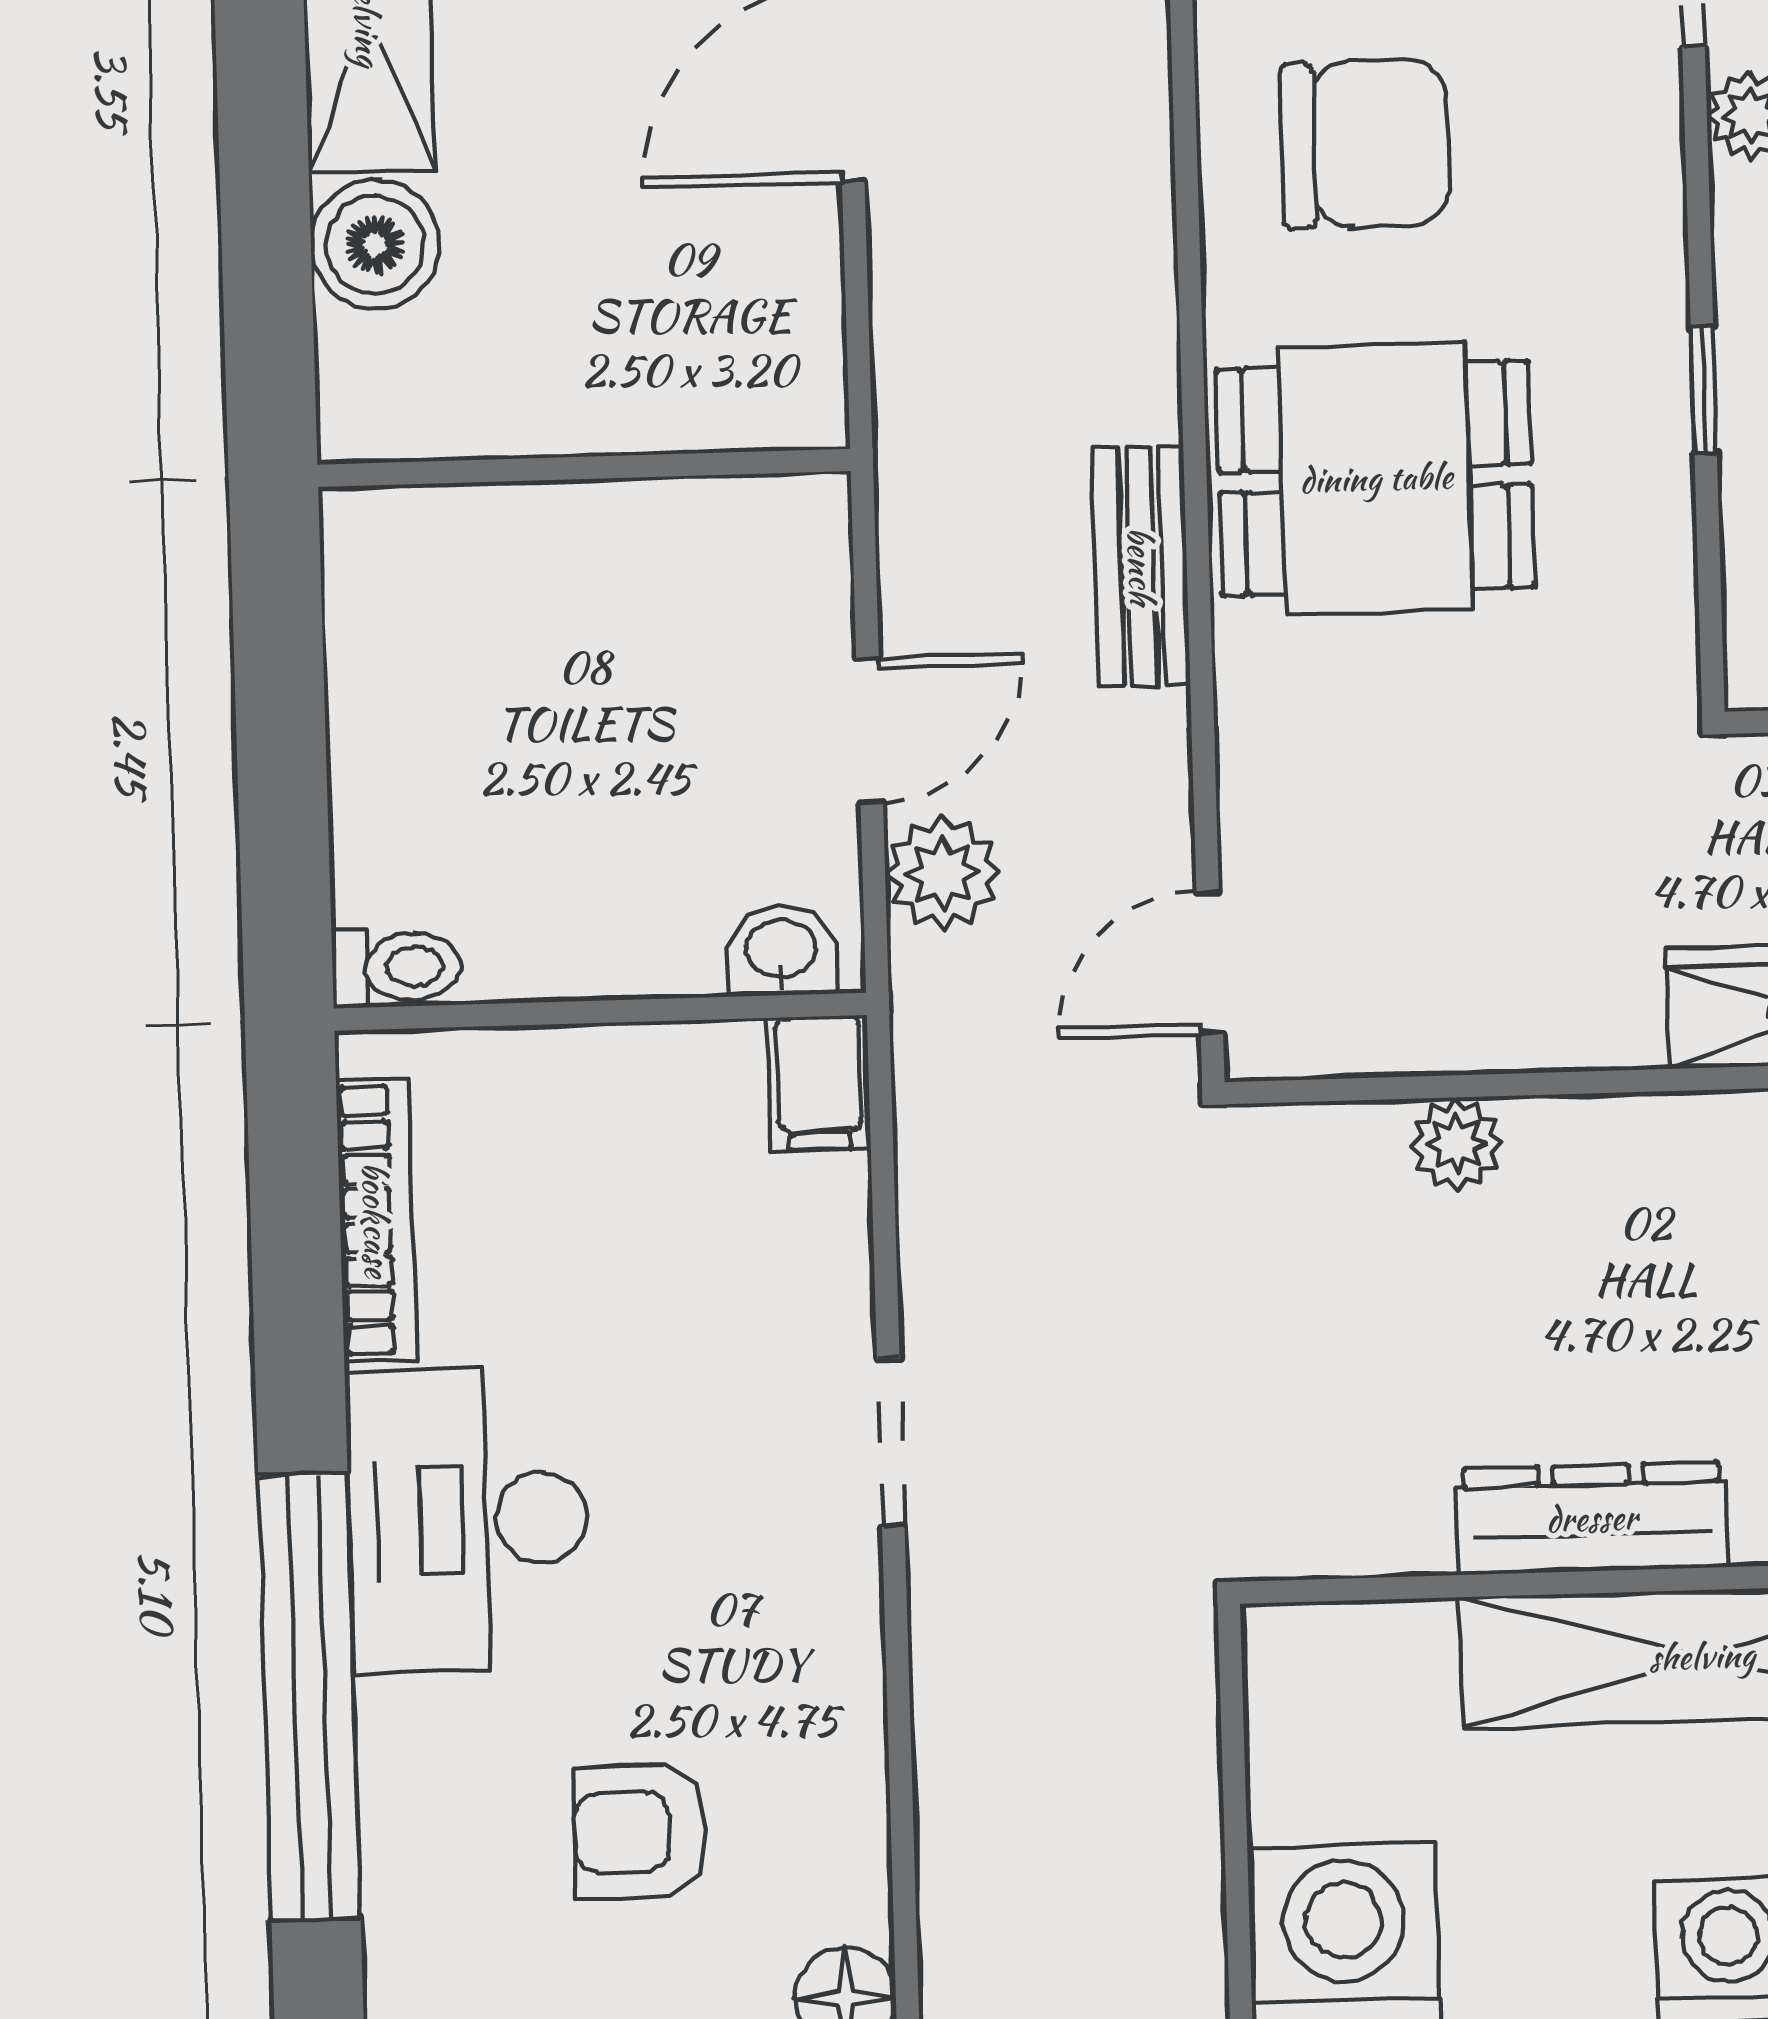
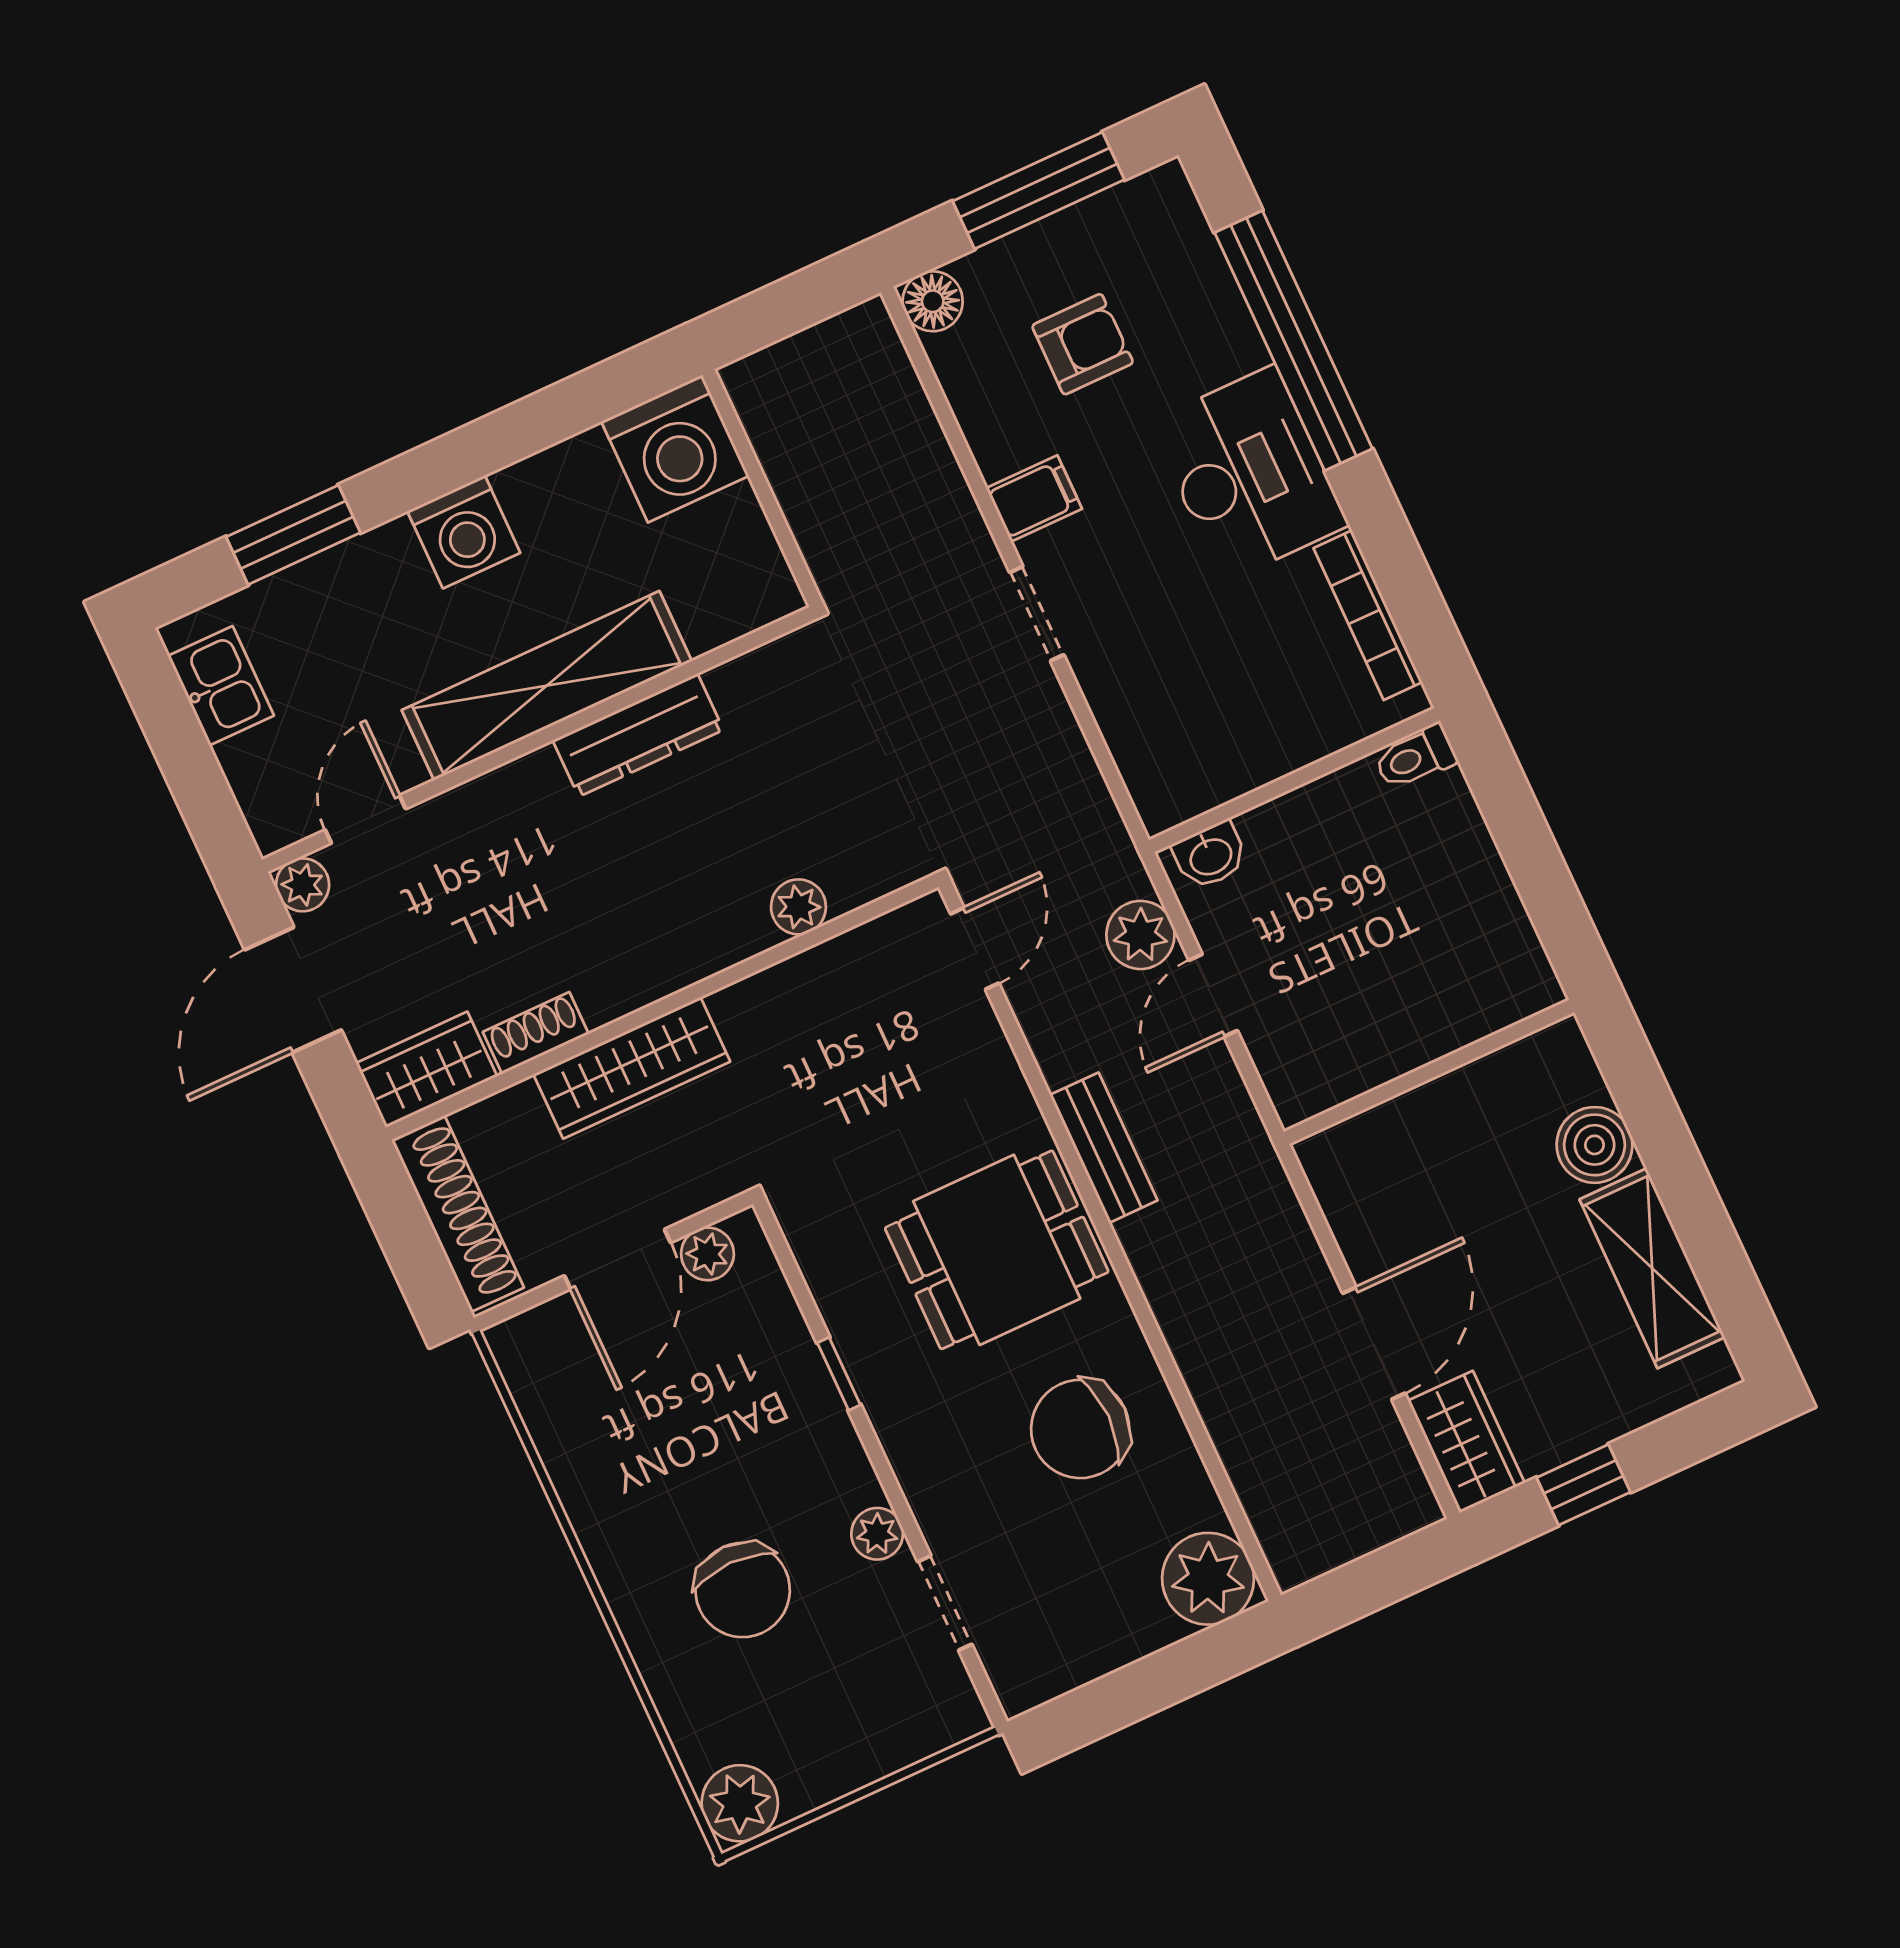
filing cabinet: (819, 1083) -> (1034, 498), moved, turned 90

